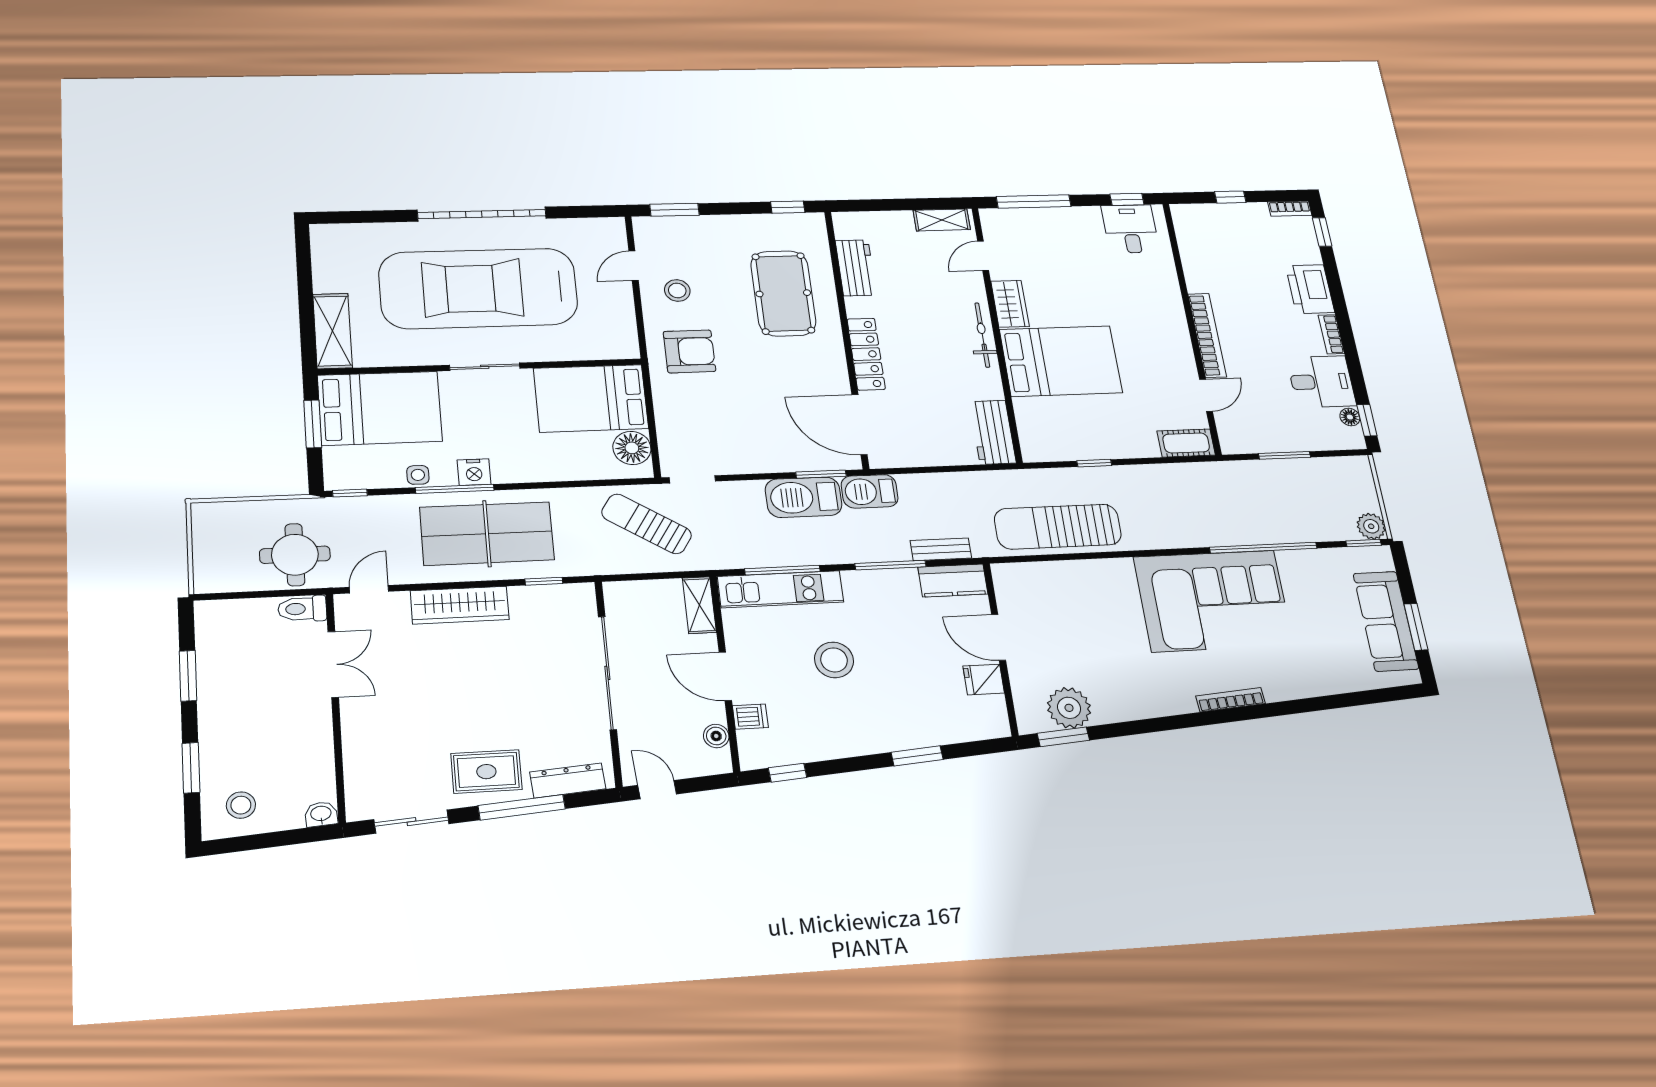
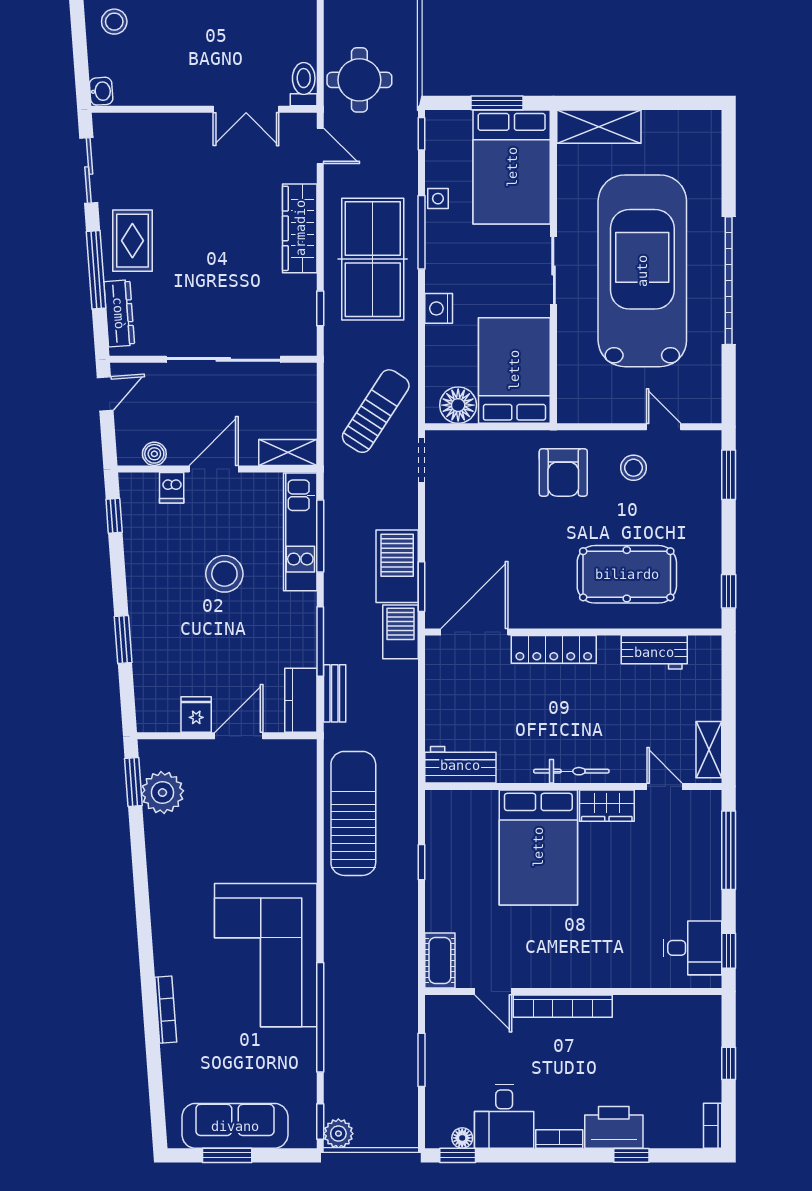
window: (1322, 232) -> (631, 1155), moved
nightstand: (474, 472) -> (439, 308), moved
bookcase: (1231, 700) -> (166, 1010), moved

